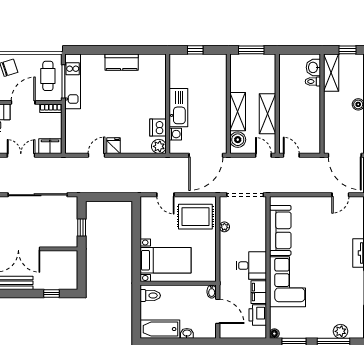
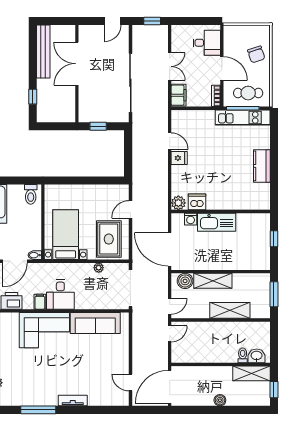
shelving: (268, 114) -> (230, 310), moved
bed with nightstands: (165, 260) -> (66, 235), moved, turned 180
filing cabinet: (259, 292) -> (40, 302), width x0.50

